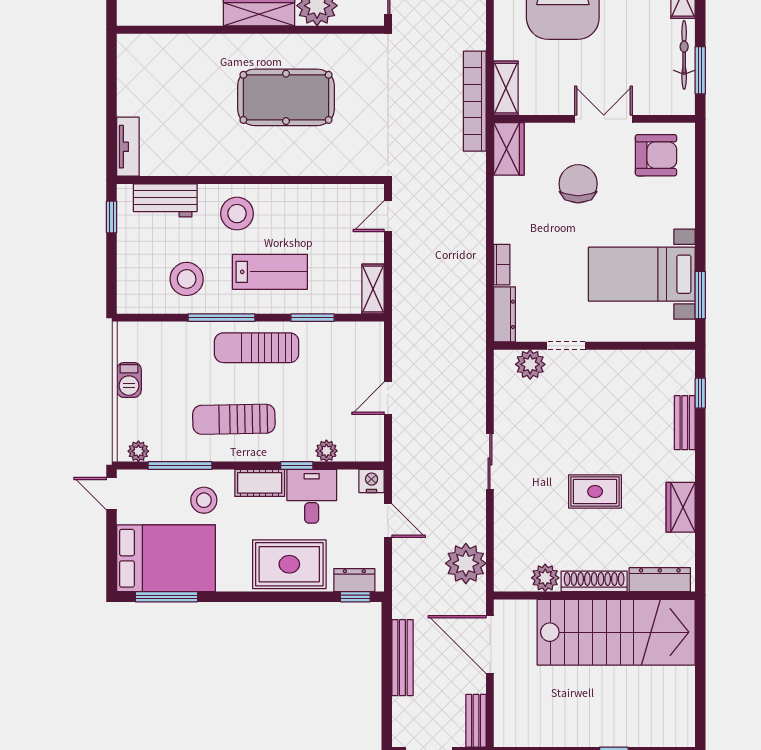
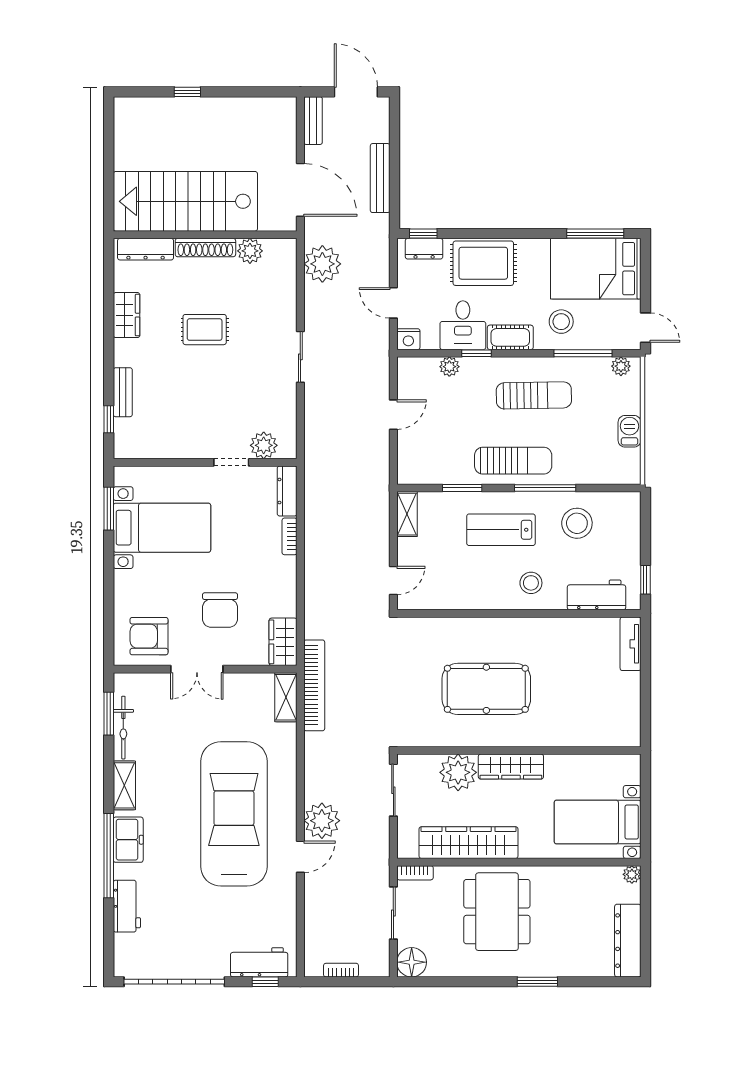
stool: (237, 214) -> (531, 583), width x0.73, depth x0.73

